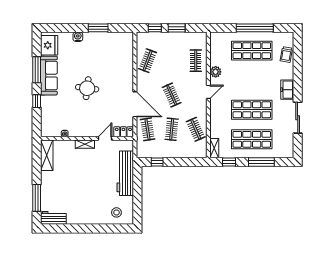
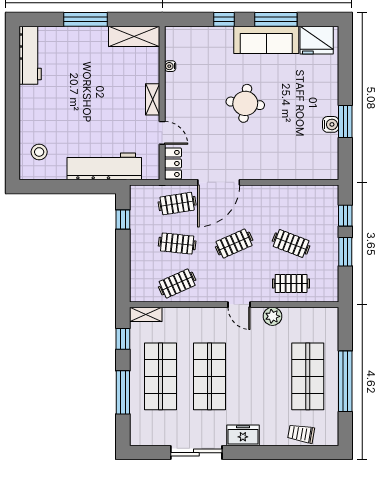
water cooler: (78, 37) -> (331, 124), moved
clothes rail: (148, 61) -> (291, 244), moved
window: (37, 198) -> (86, 19), moved
workbench: (53, 218) -> (30, 55), width x1.38

